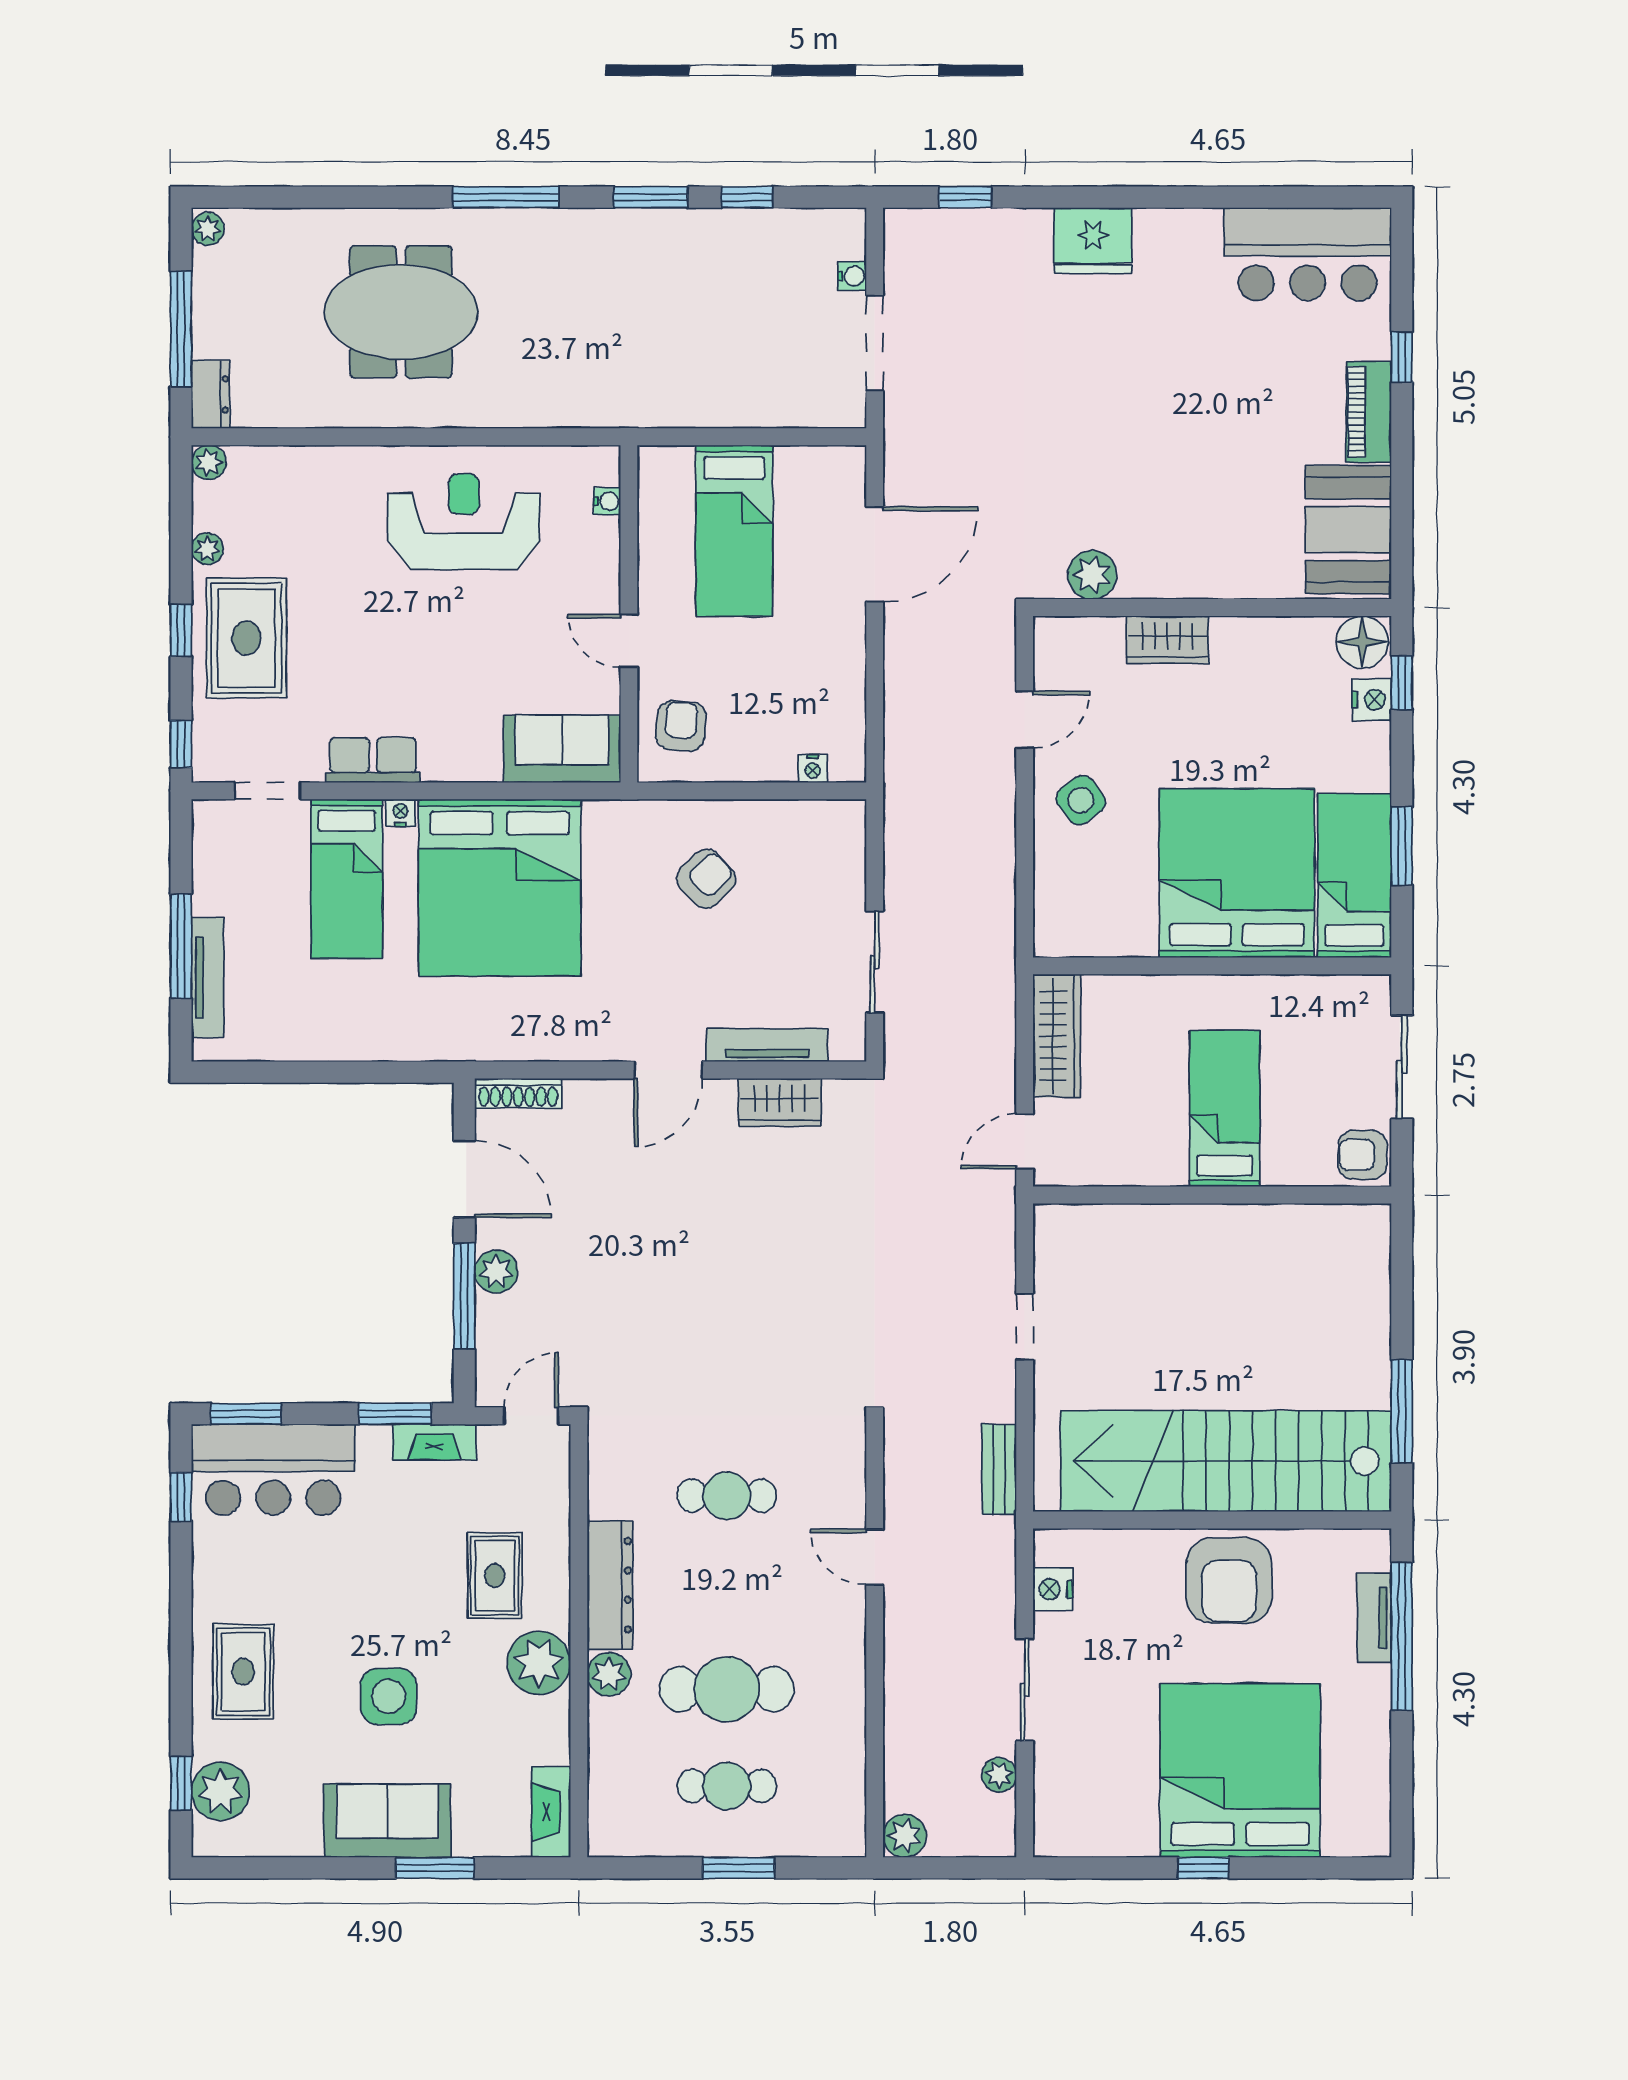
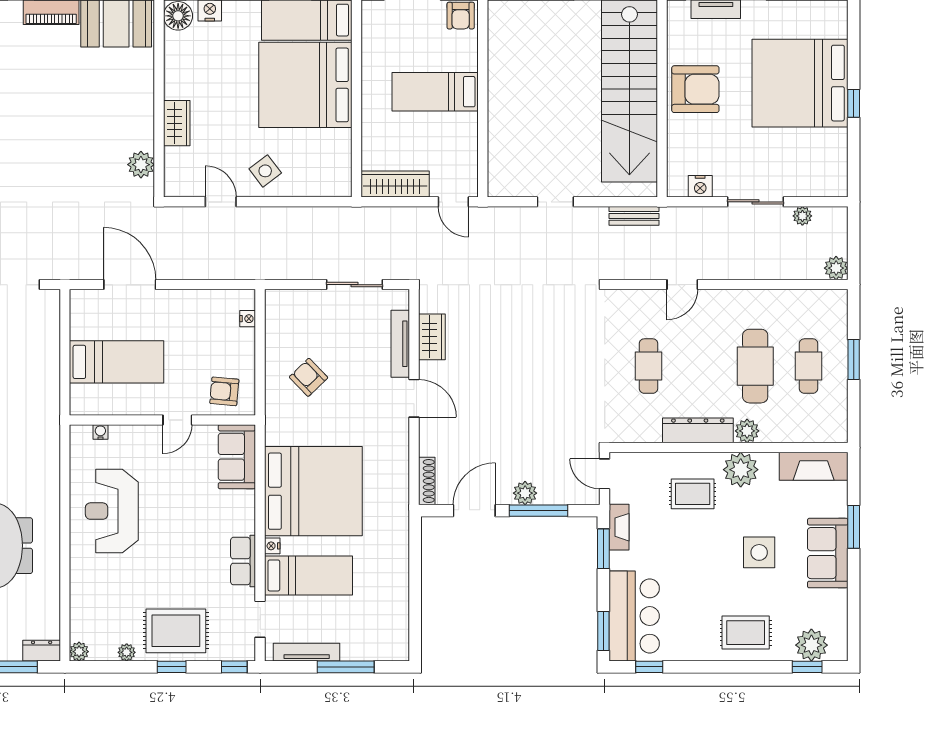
tv unit: (208, 977) -> (307, 652), moved
fireplace: (551, 1812) -> (814, 466), width x1.37, depth x1.32

